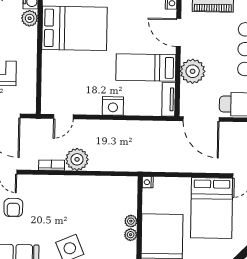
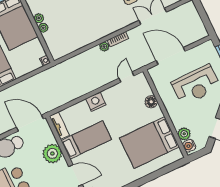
floor lamp: (49, 74) -> (151, 102), added
plant: (77, 159) -> (104, 47), width x0.53, depth x0.53

